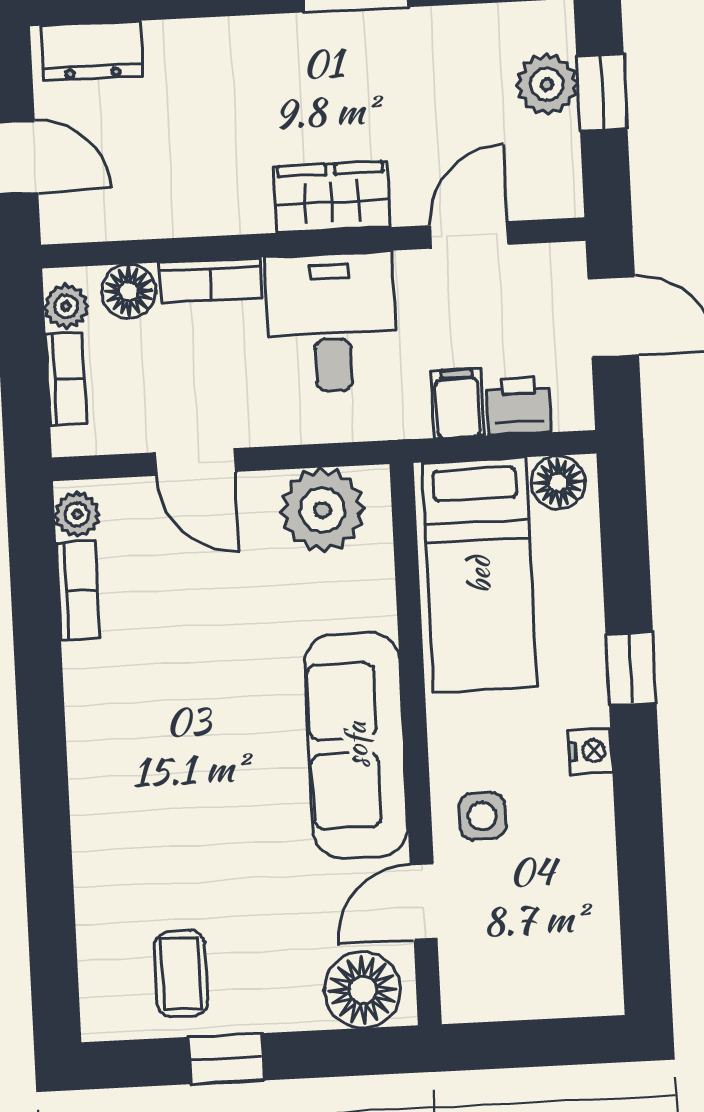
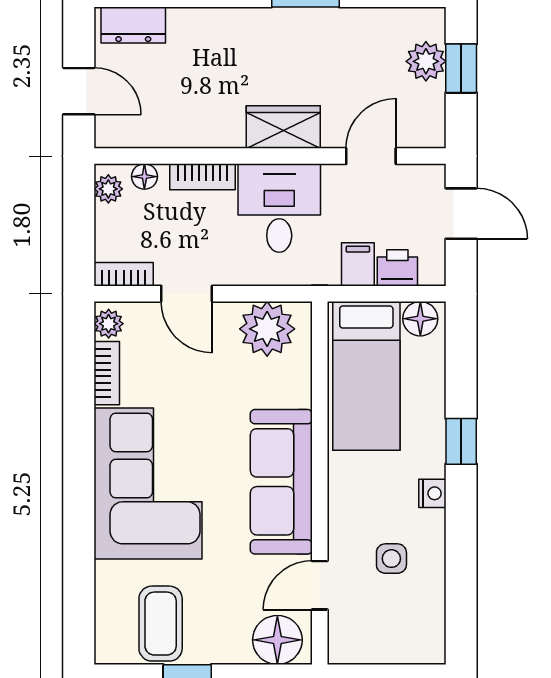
floor lamp: (129, 291) -> (144, 177), width x0.73, depth x0.73
bookcase: (66, 379) -> (124, 274), moved, turned -90
corner sofa: (150, 758) -> (148, 483), added
side table: (482, 816) -> (391, 559), moved
coffee table: (181, 974) -> (161, 624), width x1.36, depth x1.30

